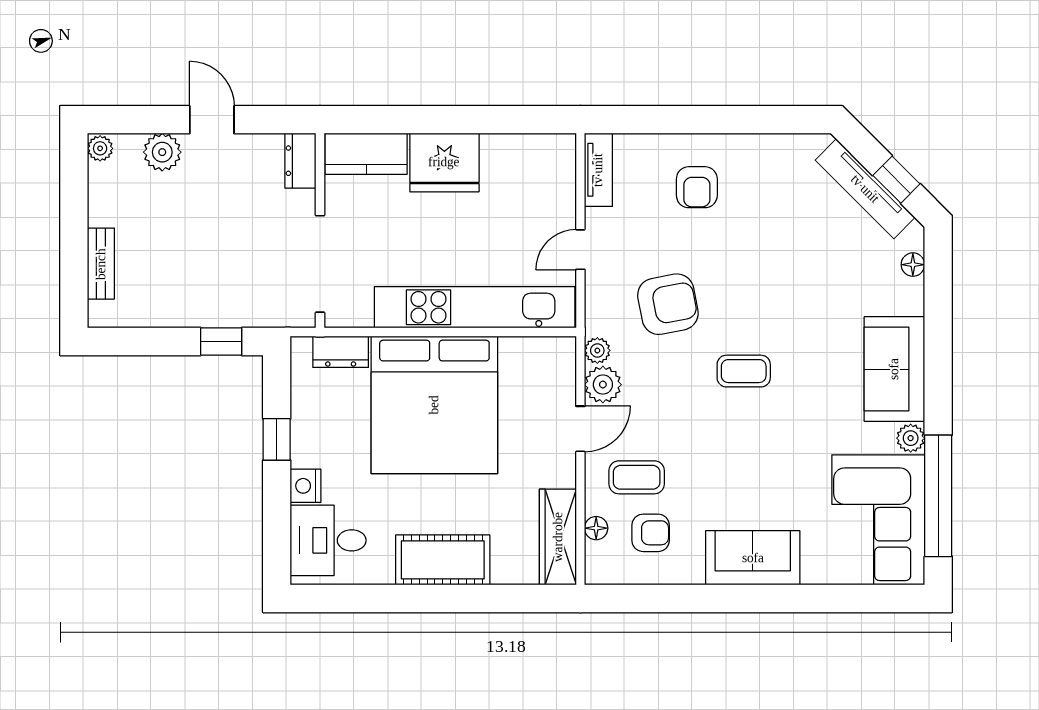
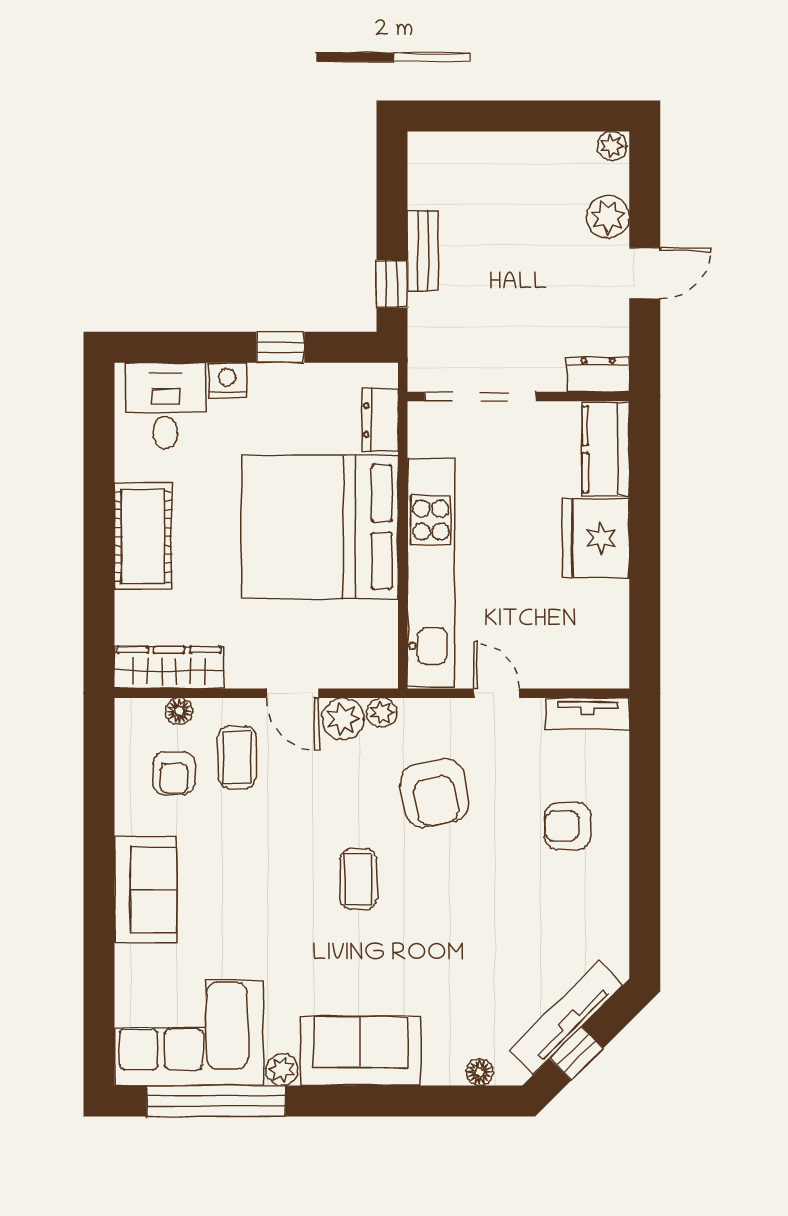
bench: (101, 264) -> (423, 251), moved, turned 90

